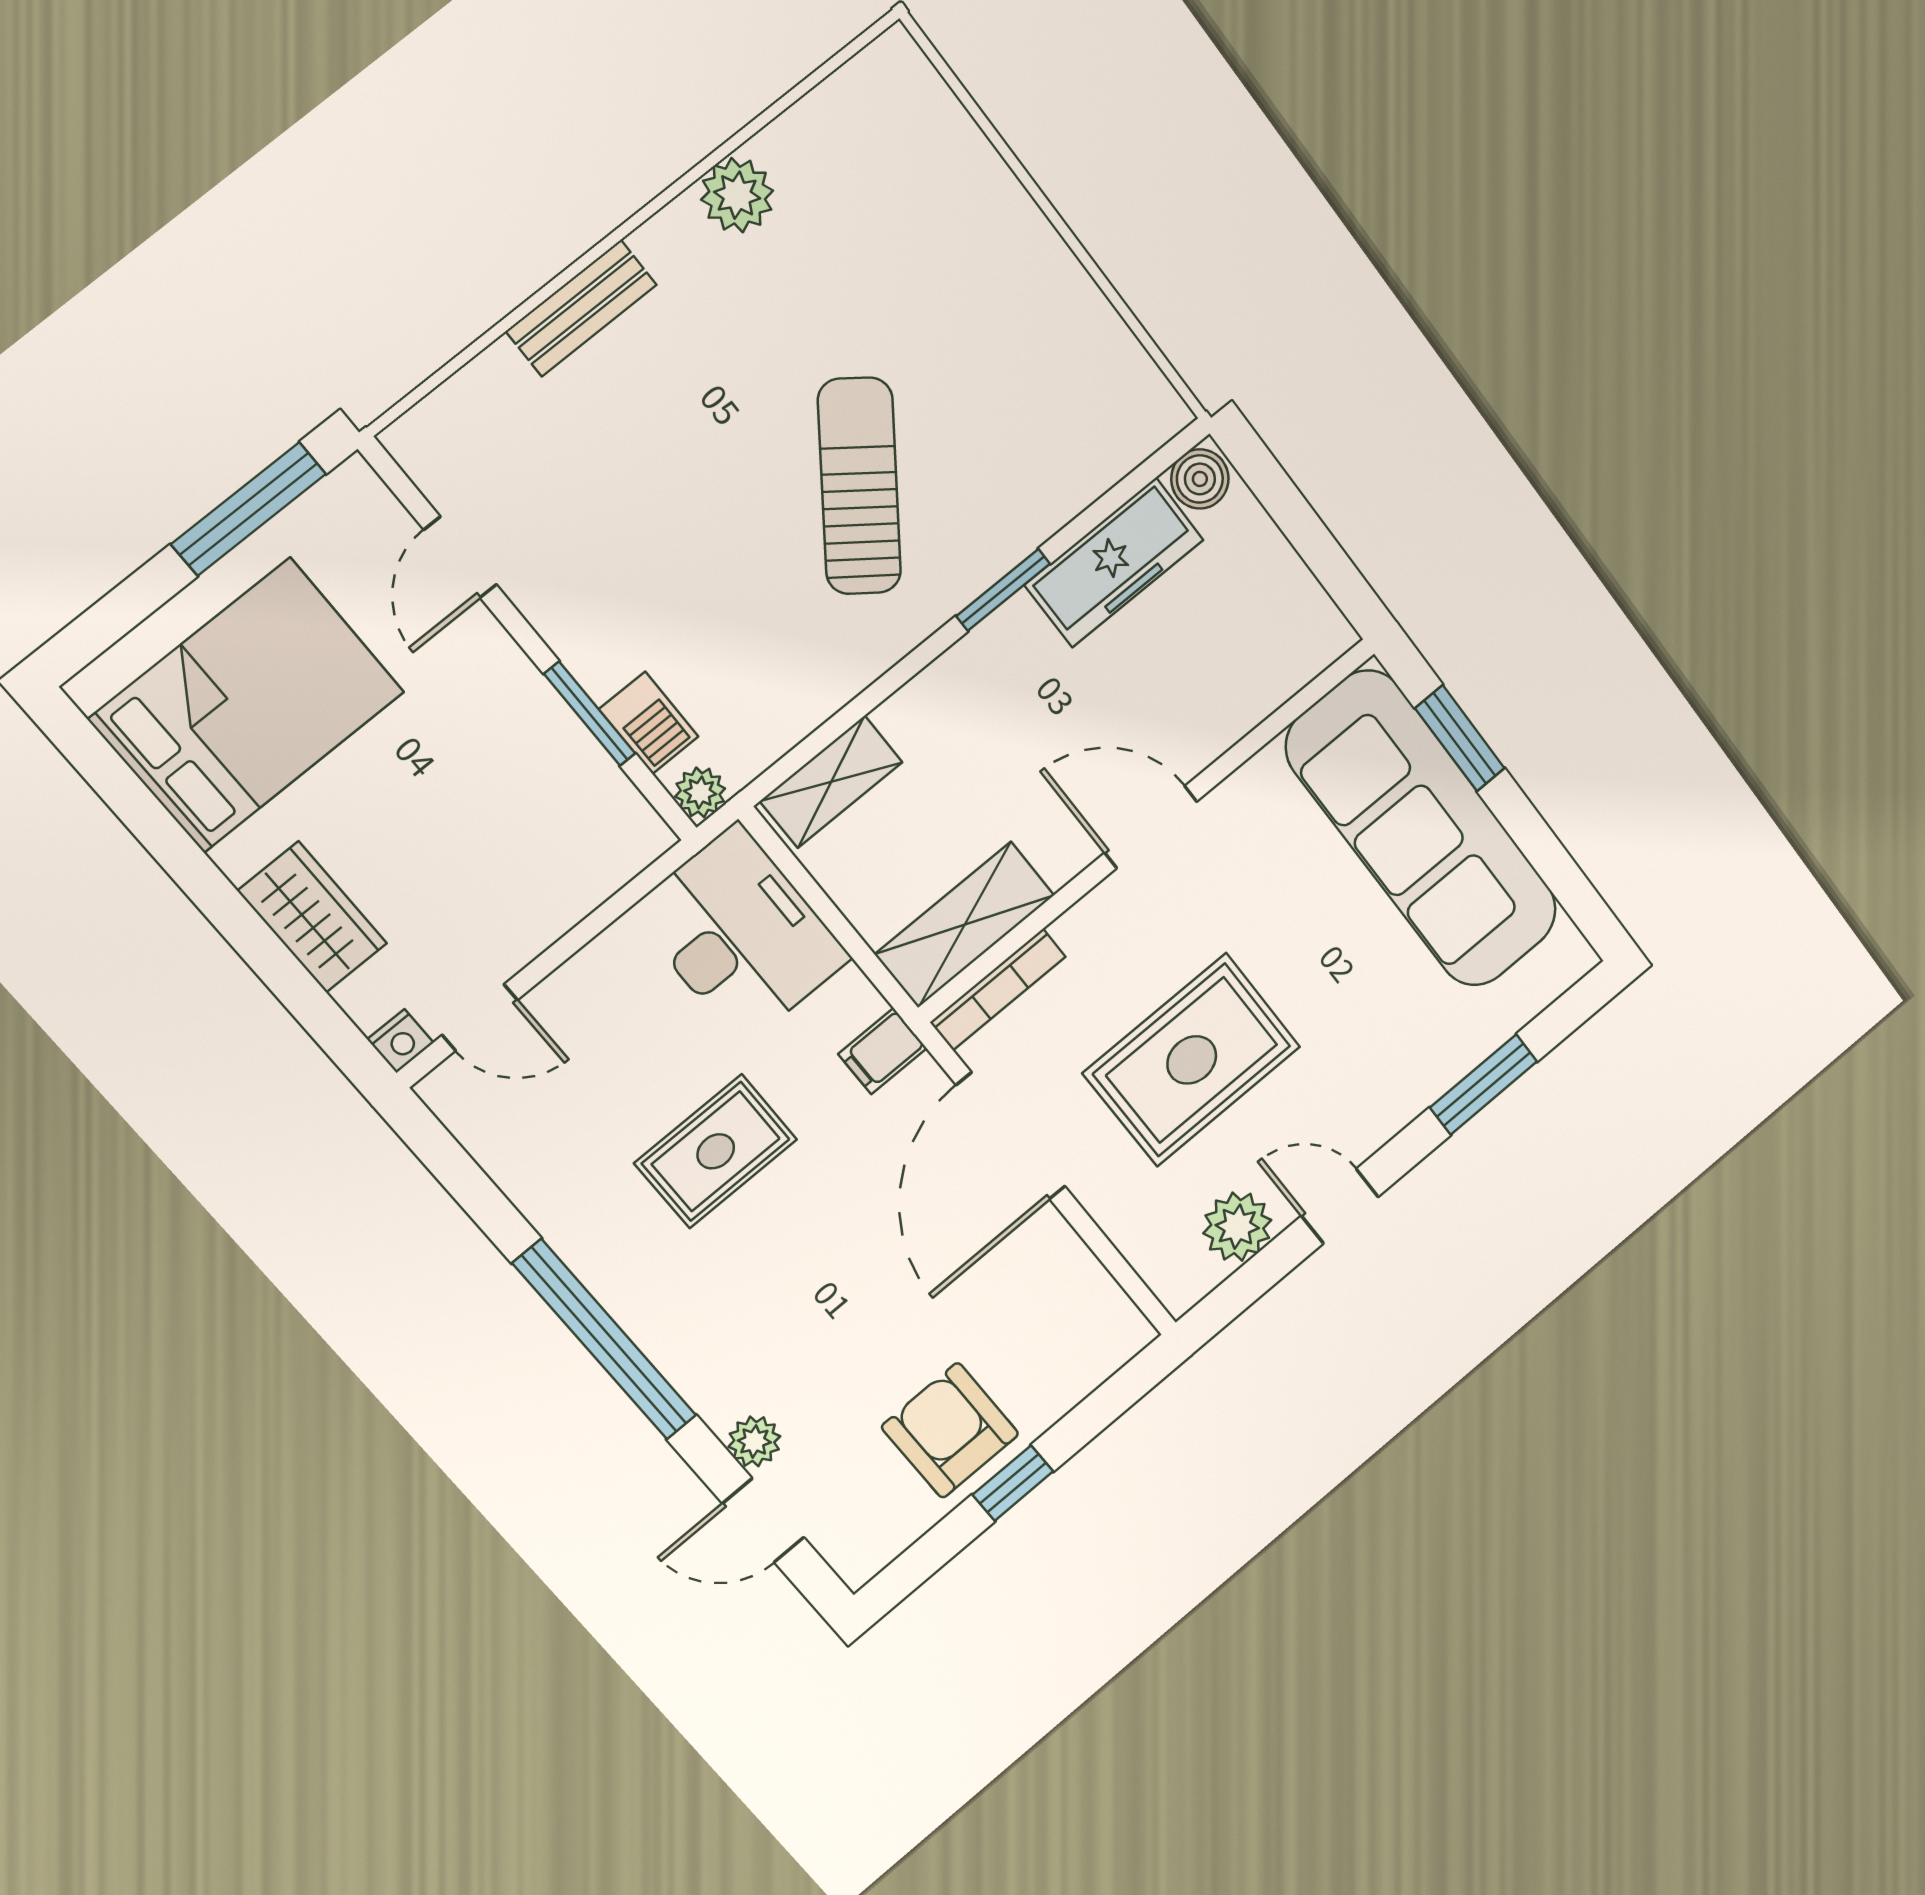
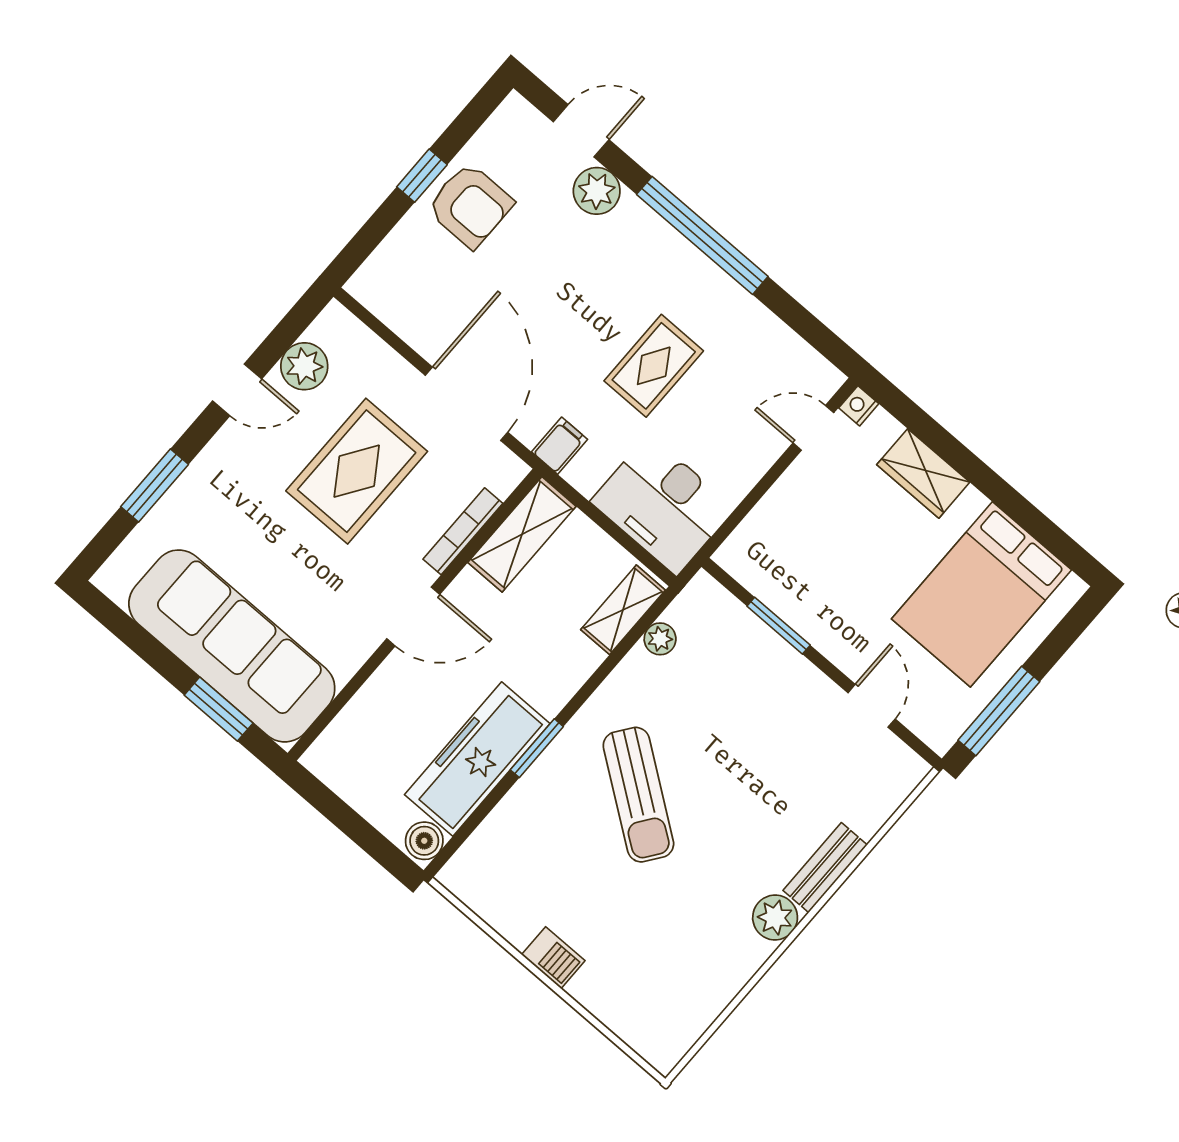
plant: (737, 195) -> (775, 917), moved
freezer: (1114, 562) -> (477, 759), width x1.36, depth x1.26
barbecue: (649, 723) -> (553, 958), moved, turned 180
plant: (700, 792) -> (660, 639), moved
bookcase: (998, 989) -> (463, 531), moved
plant: (754, 1441) -> (597, 191), width x1.38, depth x1.38

